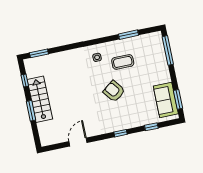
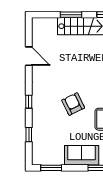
armchair: (114, 91) -> (73, 104), turned -78
sofa: (166, 100) -> (82, 155), moved

